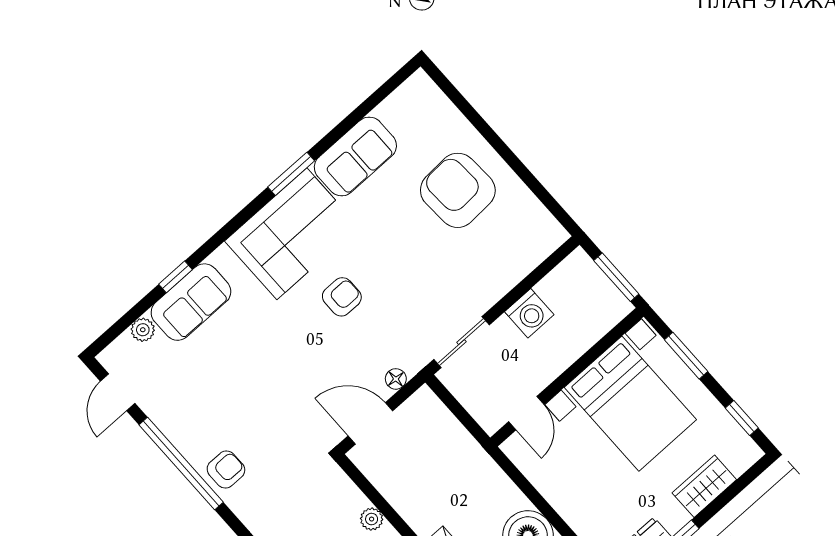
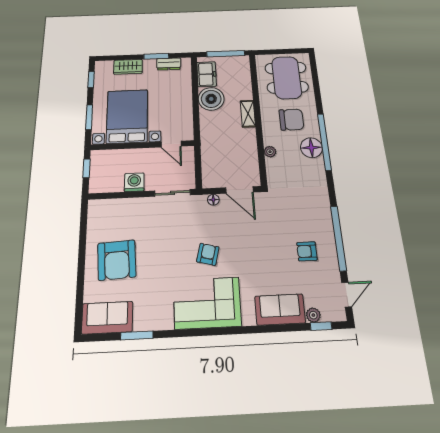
sofa: (355, 156) -> (107, 318), moved
window: (291, 174) -> (137, 335), moved
window: (176, 277) -> (321, 326), moved
window: (616, 277) -> (86, 168), width x0.67
armchair: (342, 297) -> (208, 254), turned 104
door: (526, 413) -> (171, 144), swing flipped
armchair: (226, 470) -> (307, 251), moved

